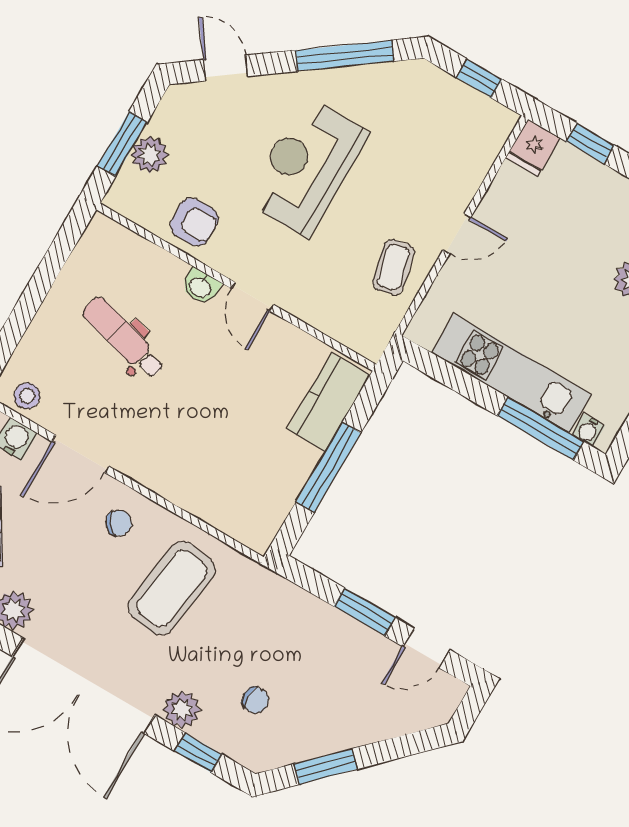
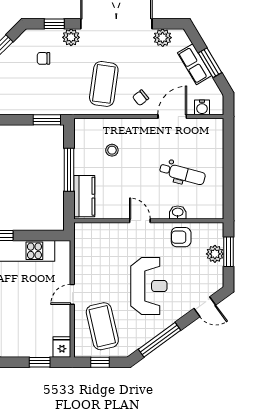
coffee table: (393, 267) -> (102, 326), moved, width x1.86, depth x1.72
washbasin: (200, 287) -> (178, 212), moved
stool: (27, 396) -> (112, 150), moved
window: (364, 612) -> (47, 120), moved

